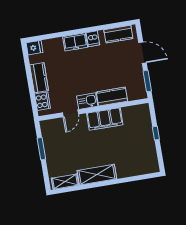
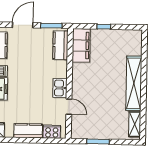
kitchen counter: (112, 97) -> (60, 45), moved
filing cabinet: (105, 119) -> (81, 45), moved
shelving: (97, 175) -> (134, 83), width x1.47

